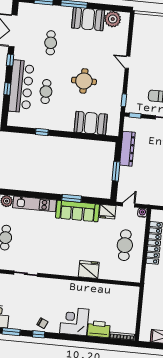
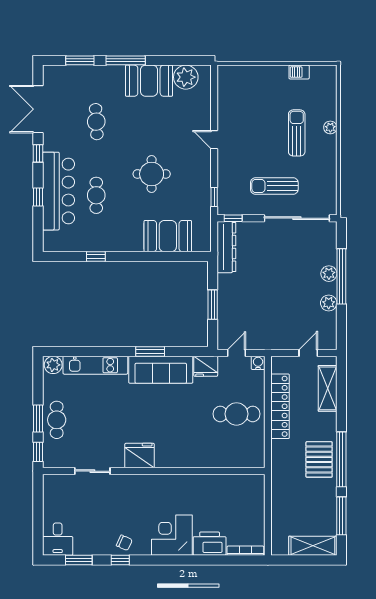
dresser: (127, 149) -> (226, 247), moved
cafe table: (125, 245) -> (236, 414), turned 90
fridge: (89, 269) -> (140, 456), moved

